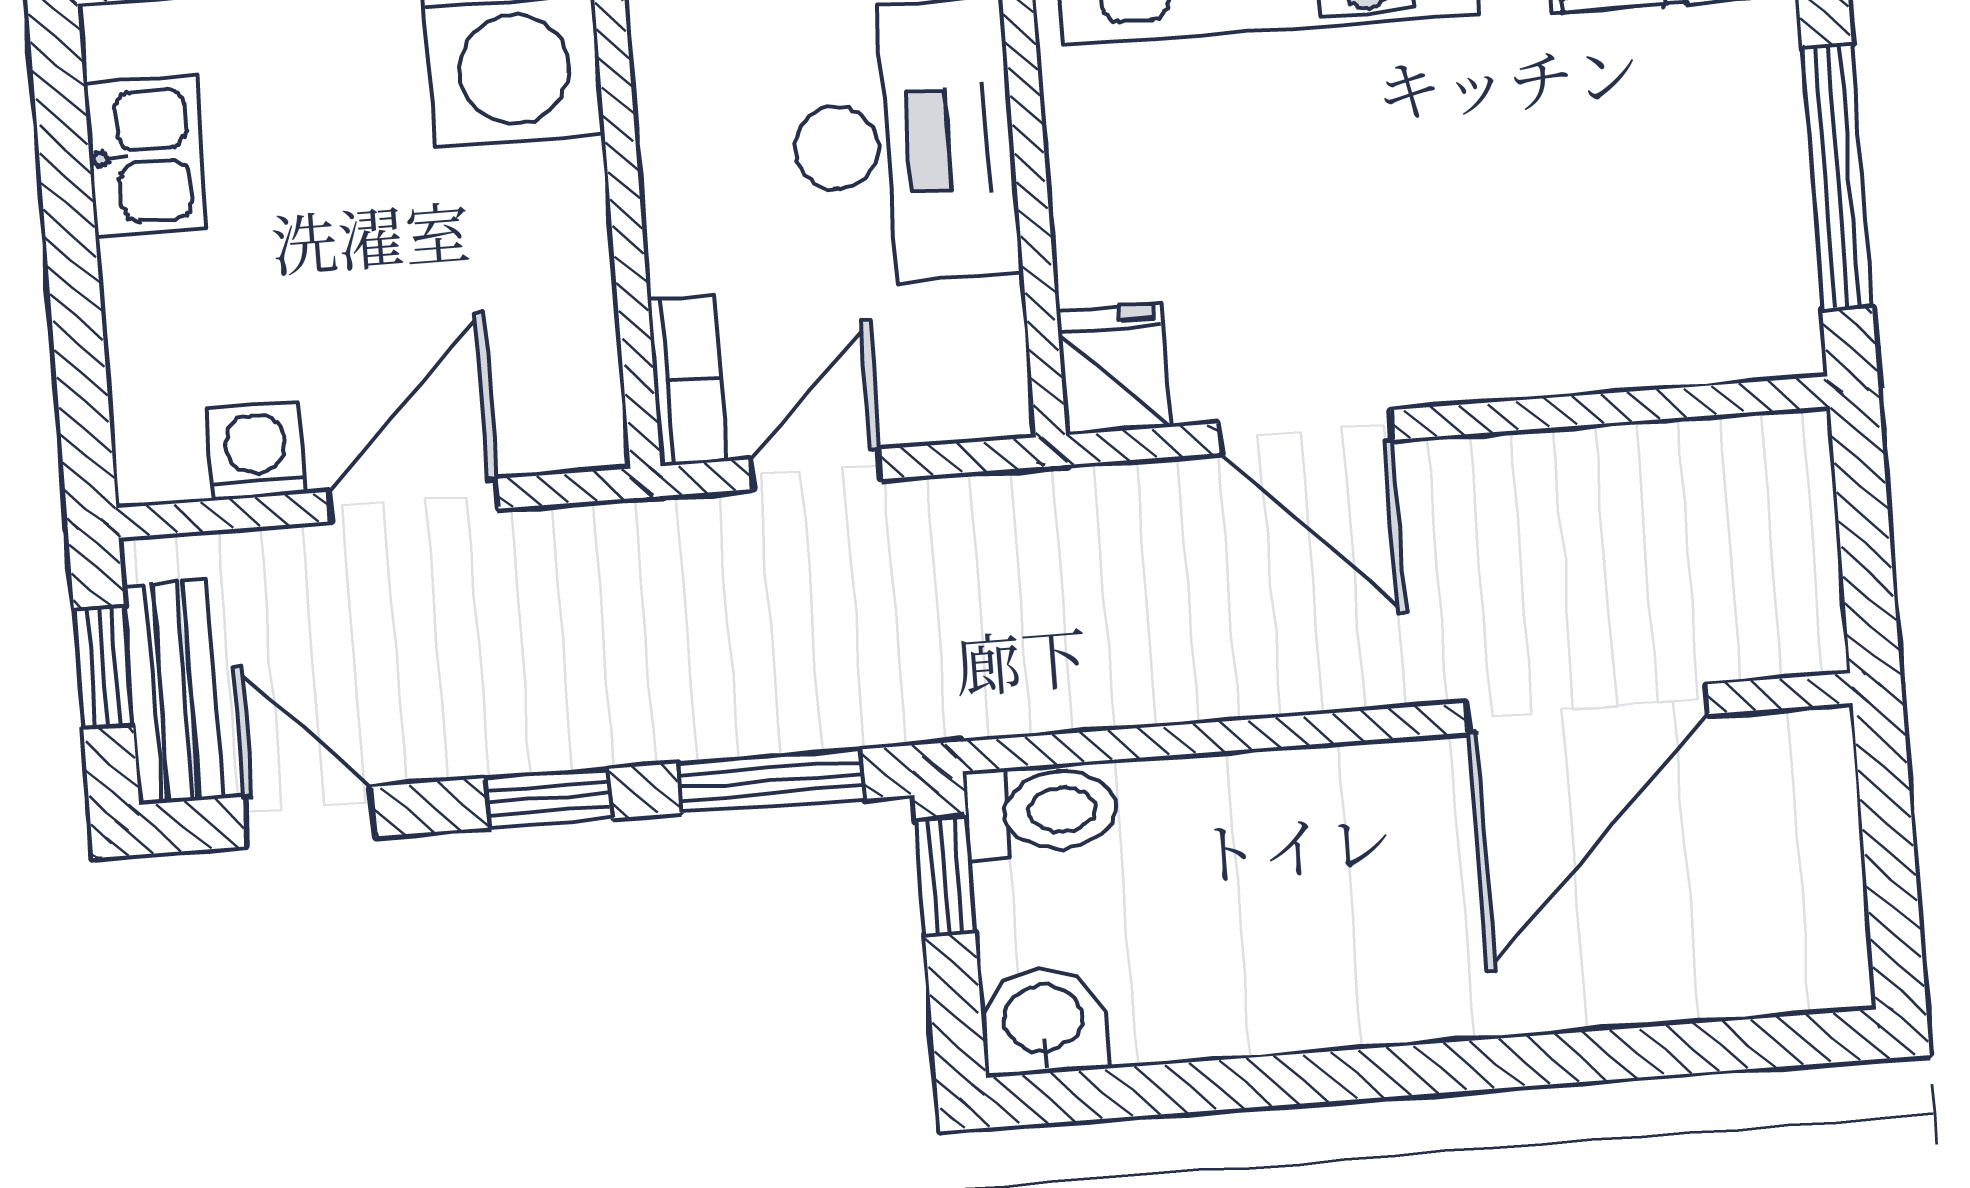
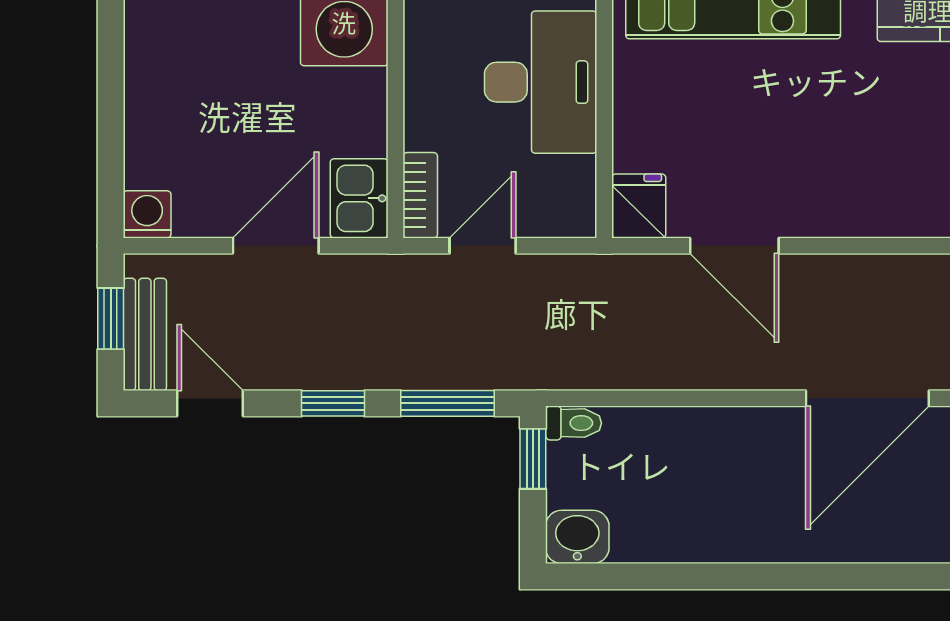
kitchen sink: (145, 156) -> (359, 198), moved, turned 180
washing machine: (256, 451) -> (147, 214), moved
toilet: (1041, 811) -> (573, 423), width x0.73, depth x0.72

